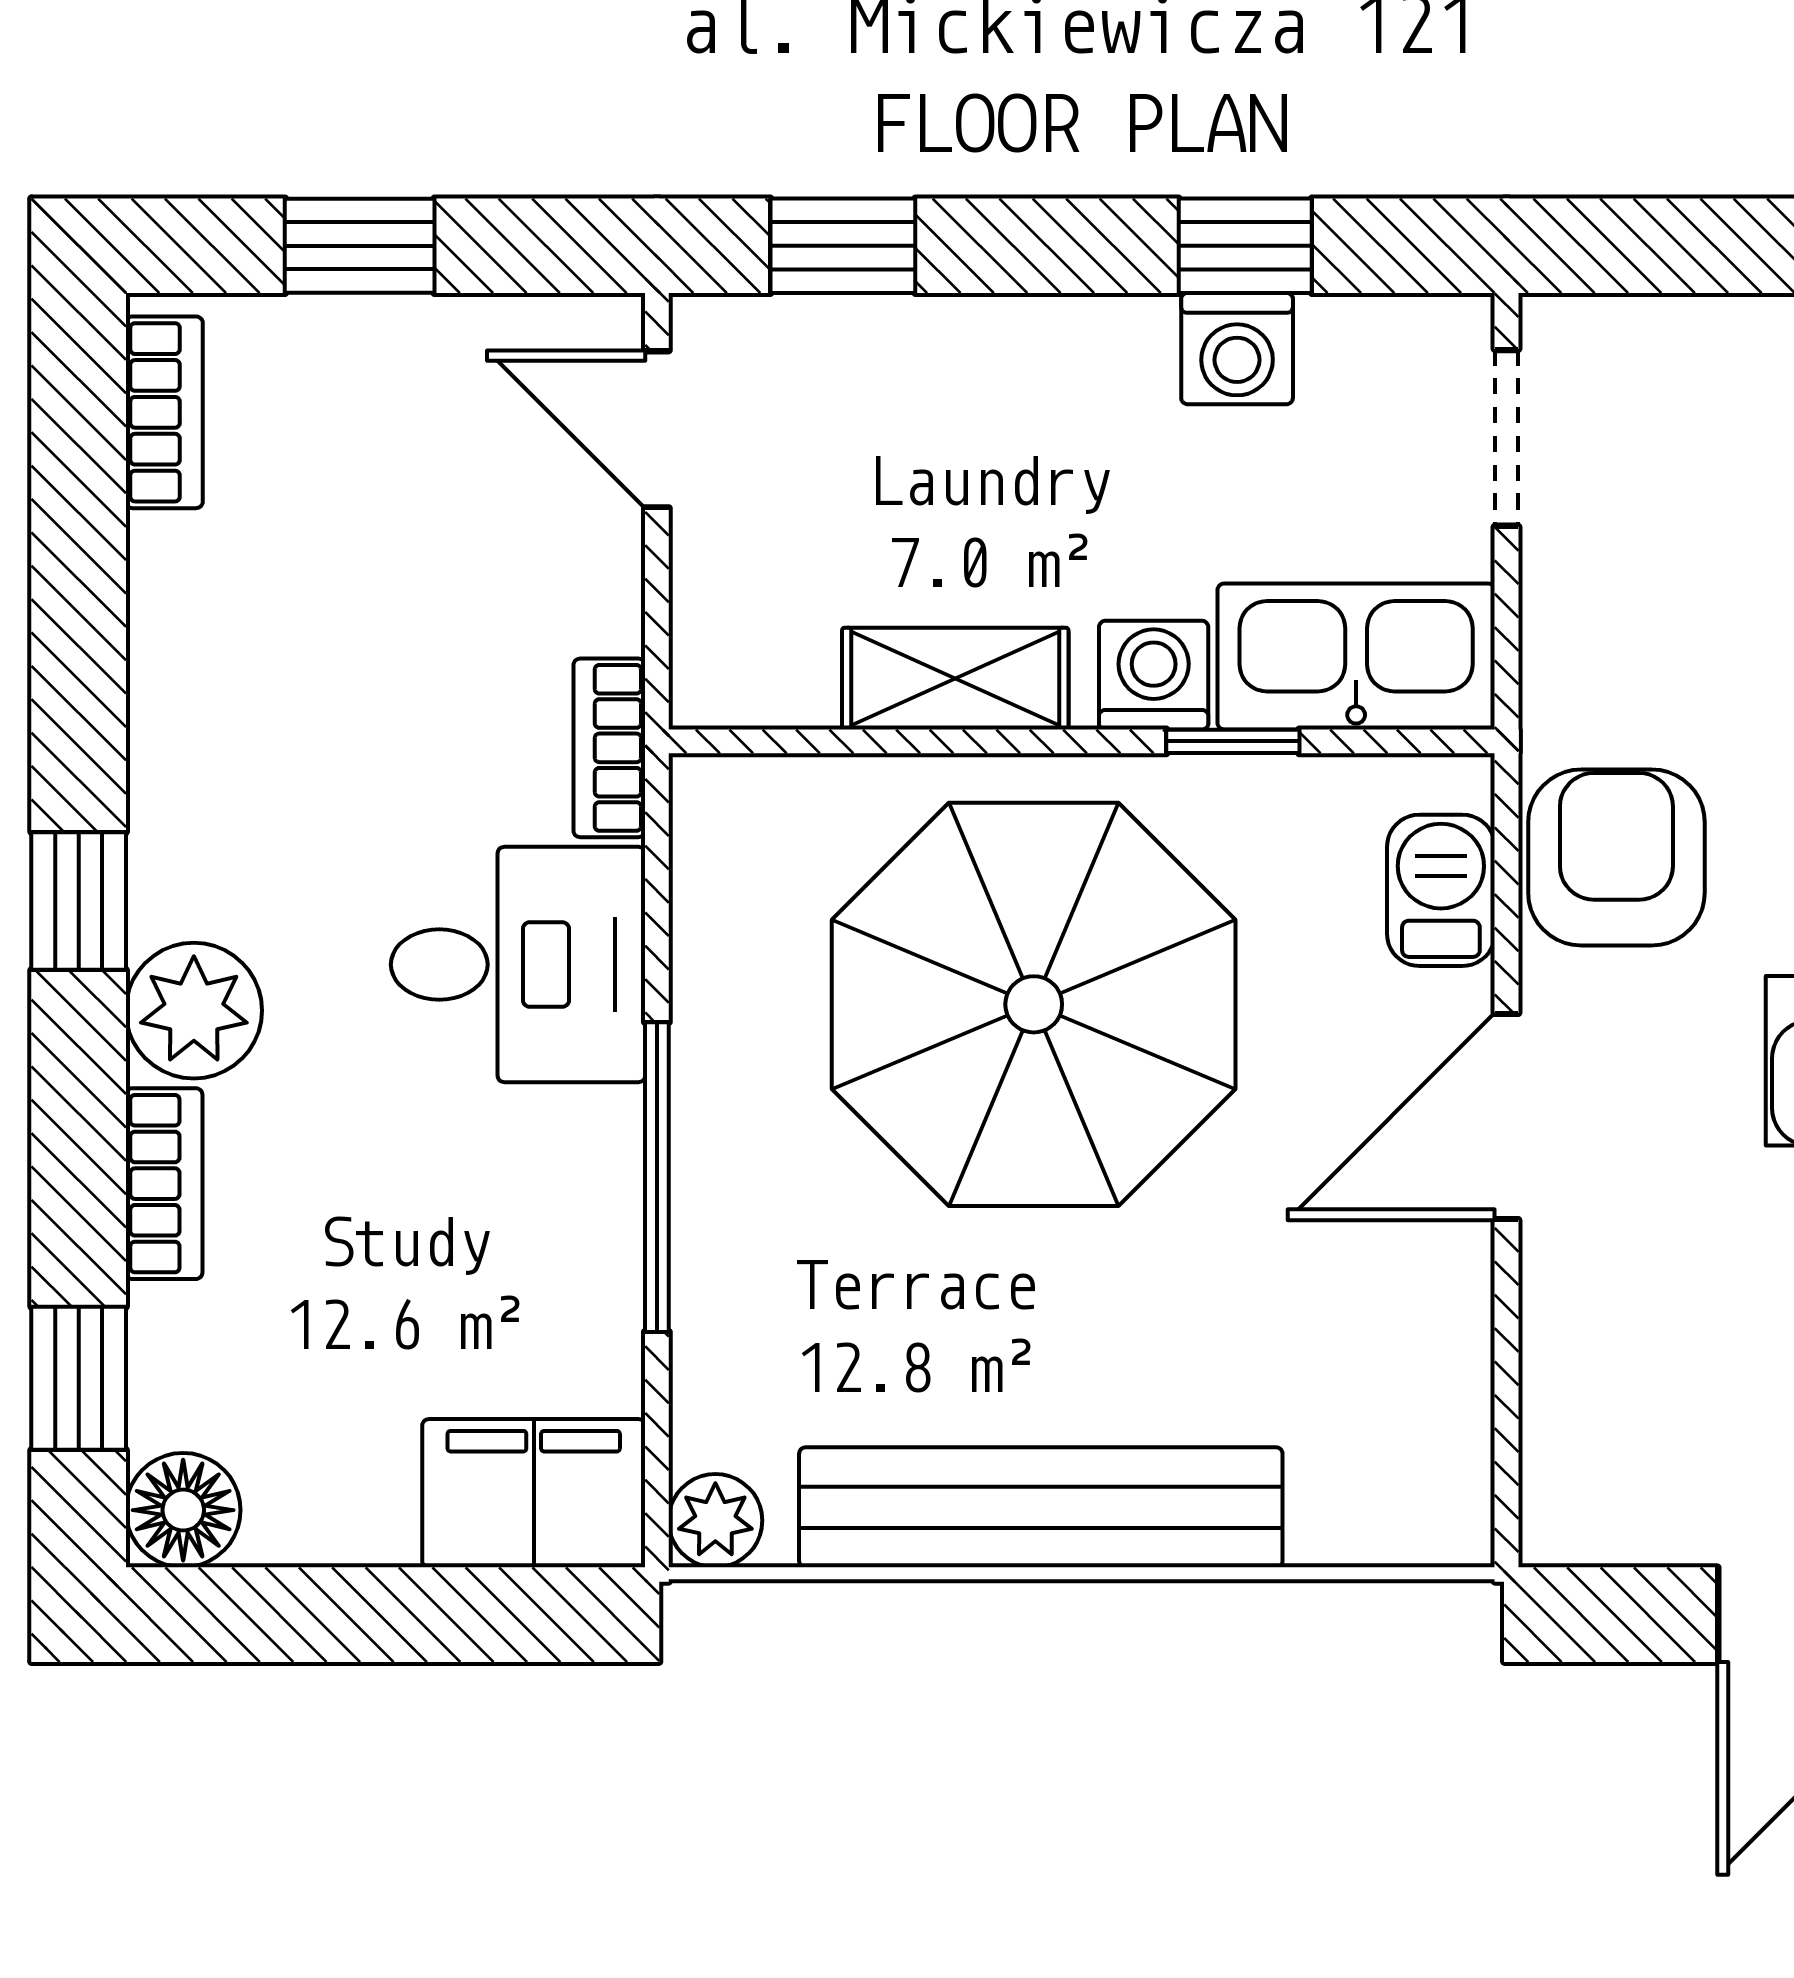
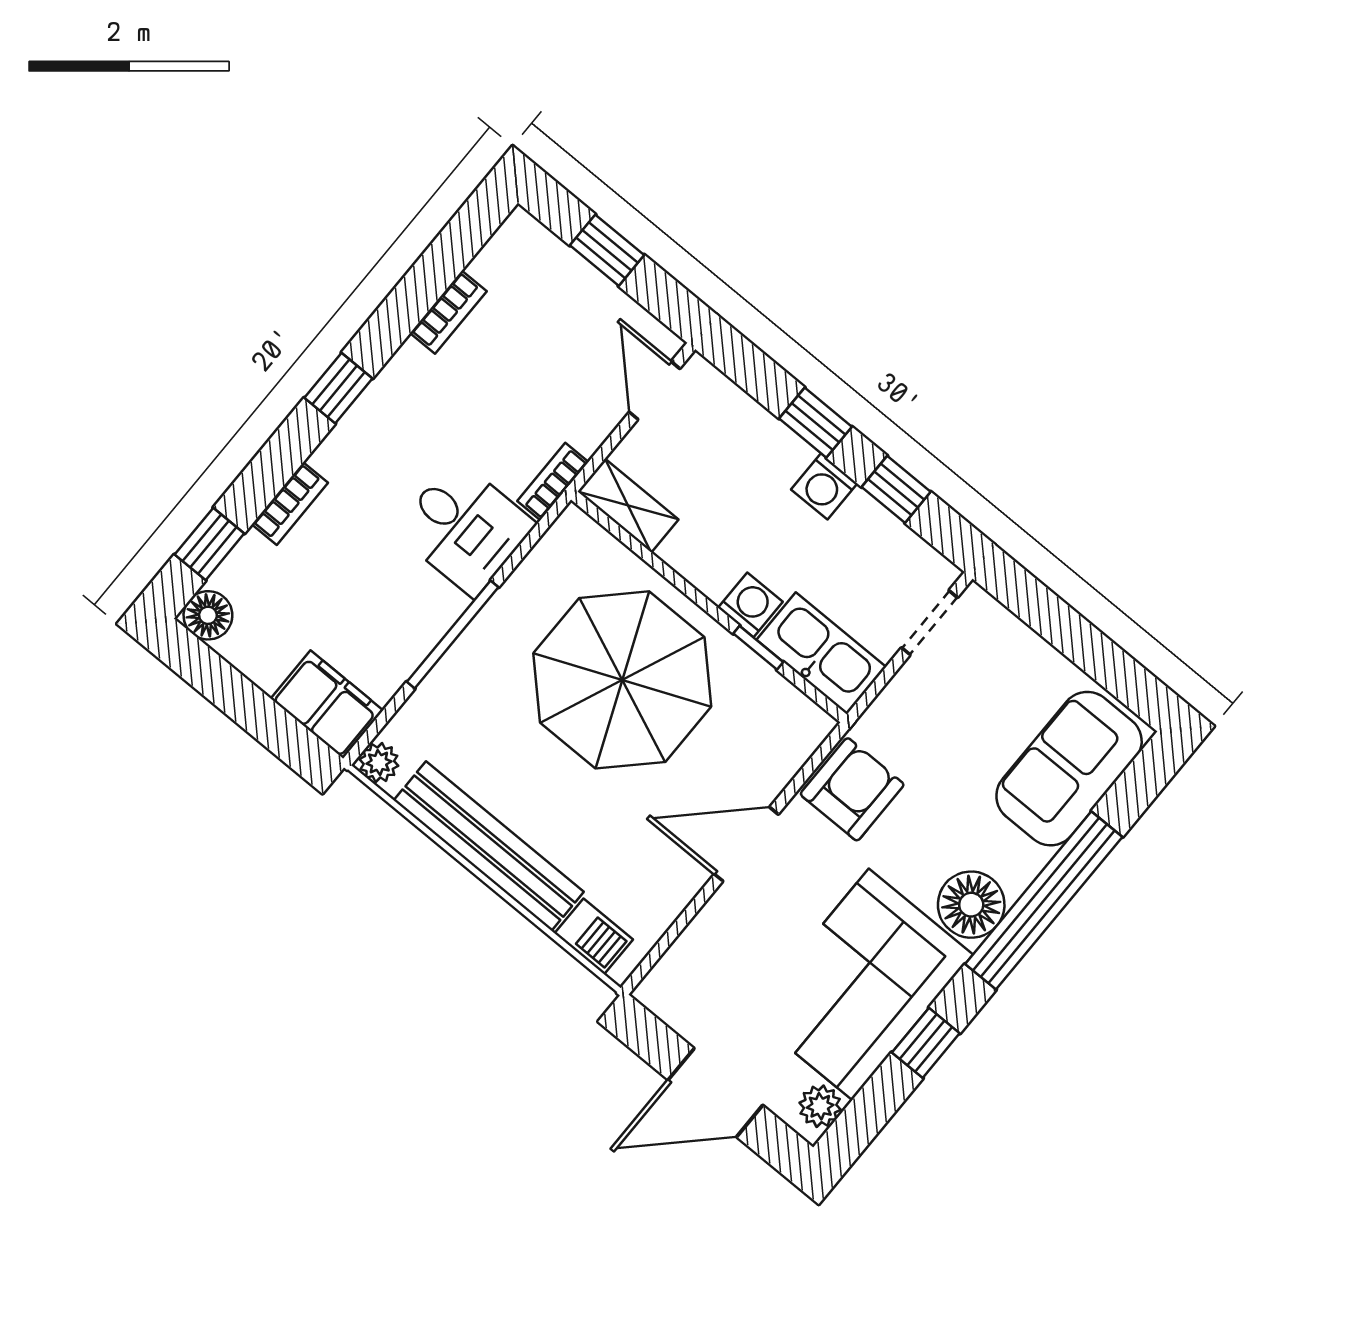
window: (843, 246) -> (816, 423), moved
washing machine: (1237, 349) -> (824, 486), moved
bookcase: (164, 412) -> (448, 312), moved
shelving: (955, 679) -> (628, 506), moved
barbecue: (1441, 890) -> (594, 936), moved, turned 90
plant: (194, 1011) -> (346, 455), removed

